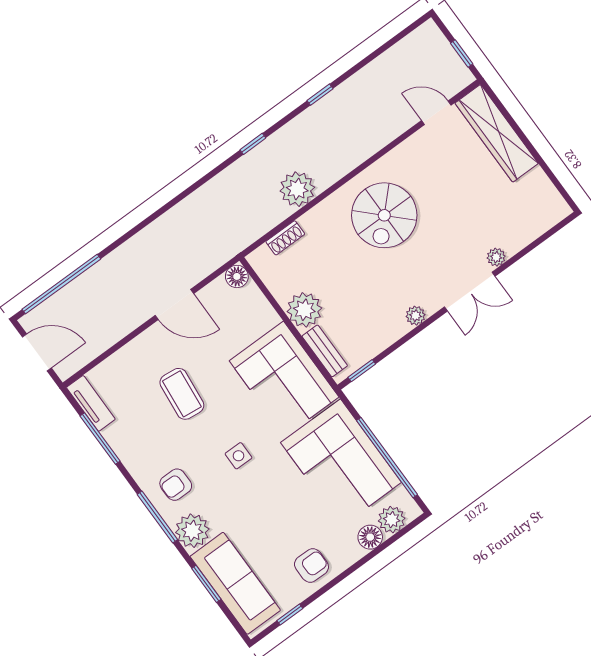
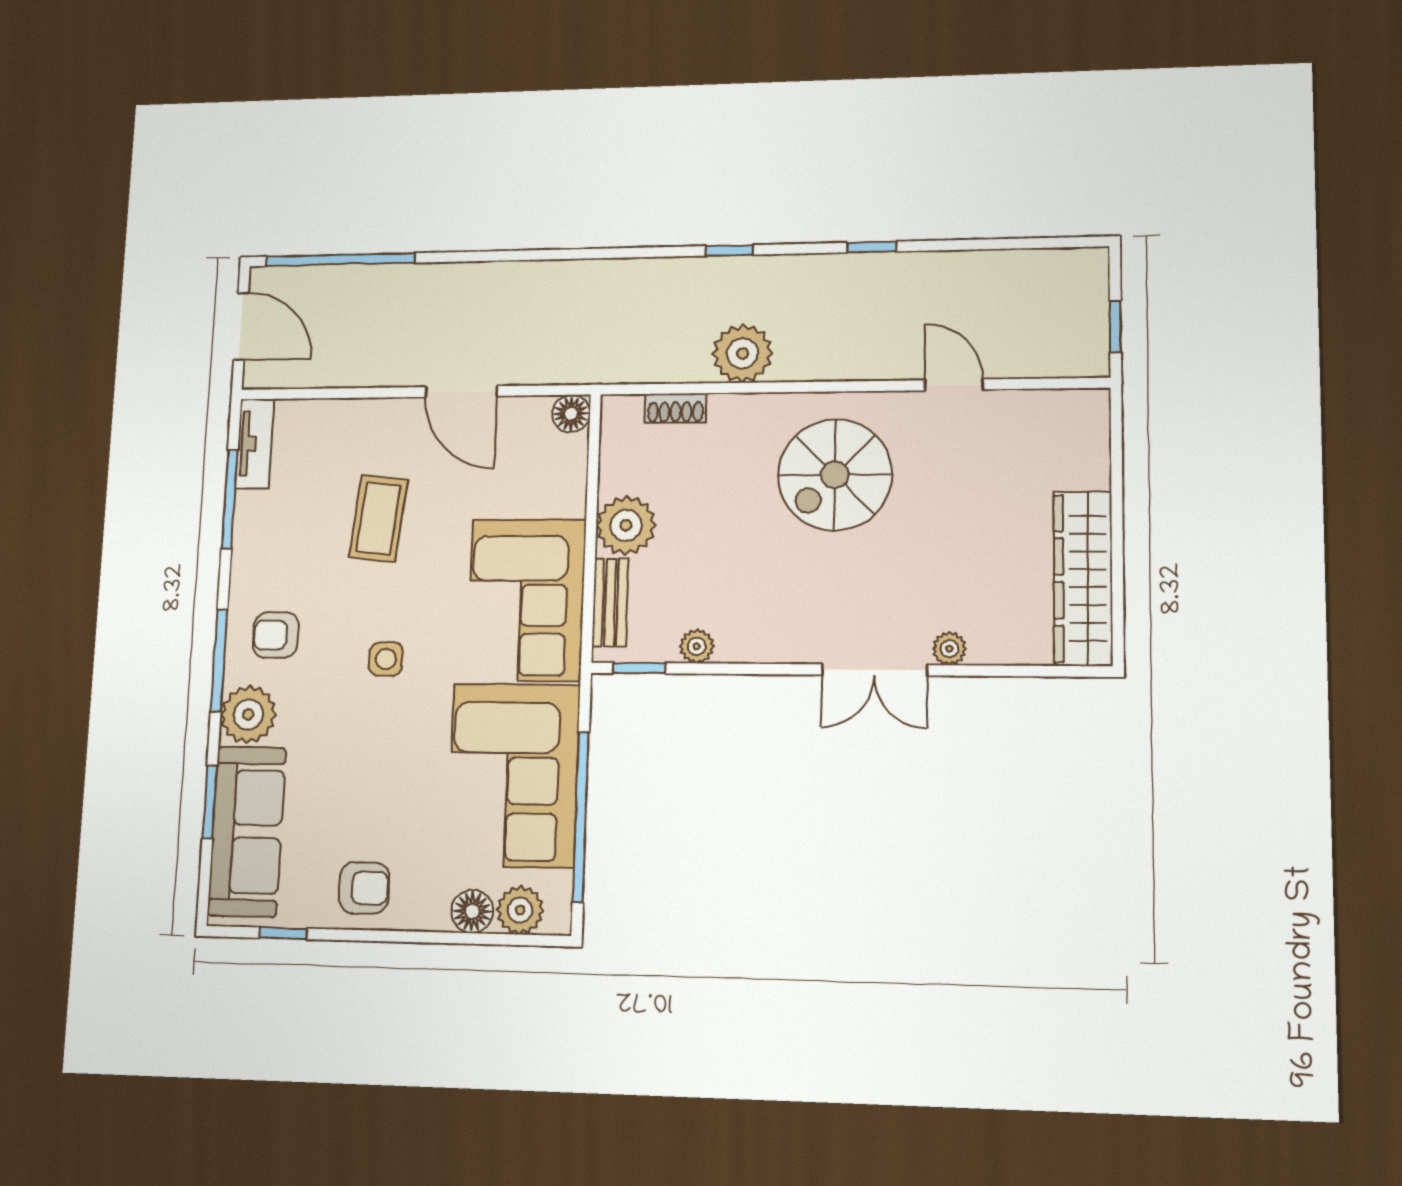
door: (436, 113) -> (954, 385), moved
wardrobe: (497, 133) -> (1083, 578), moved
plant: (416, 316) -> (697, 646), moved

